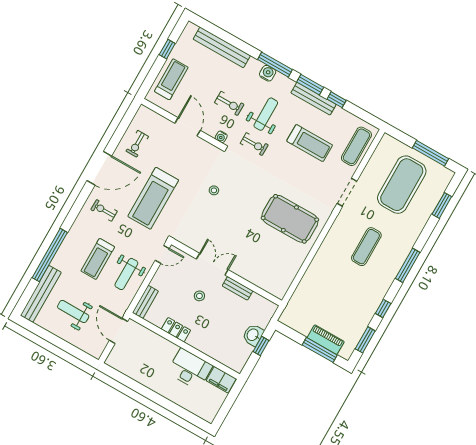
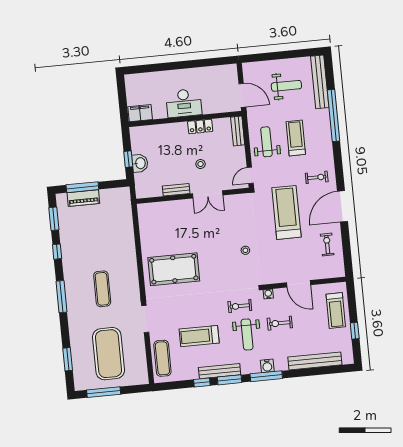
desk: (190, 369) -> (184, 103), moved

